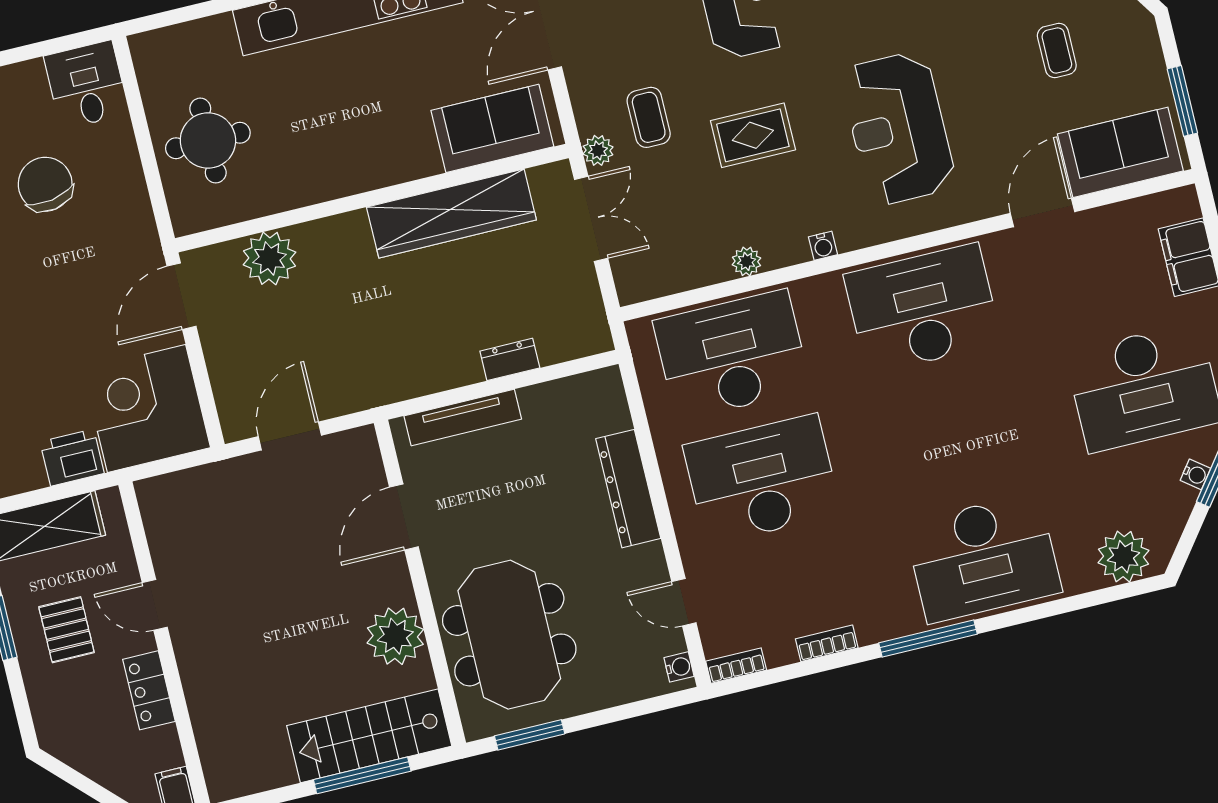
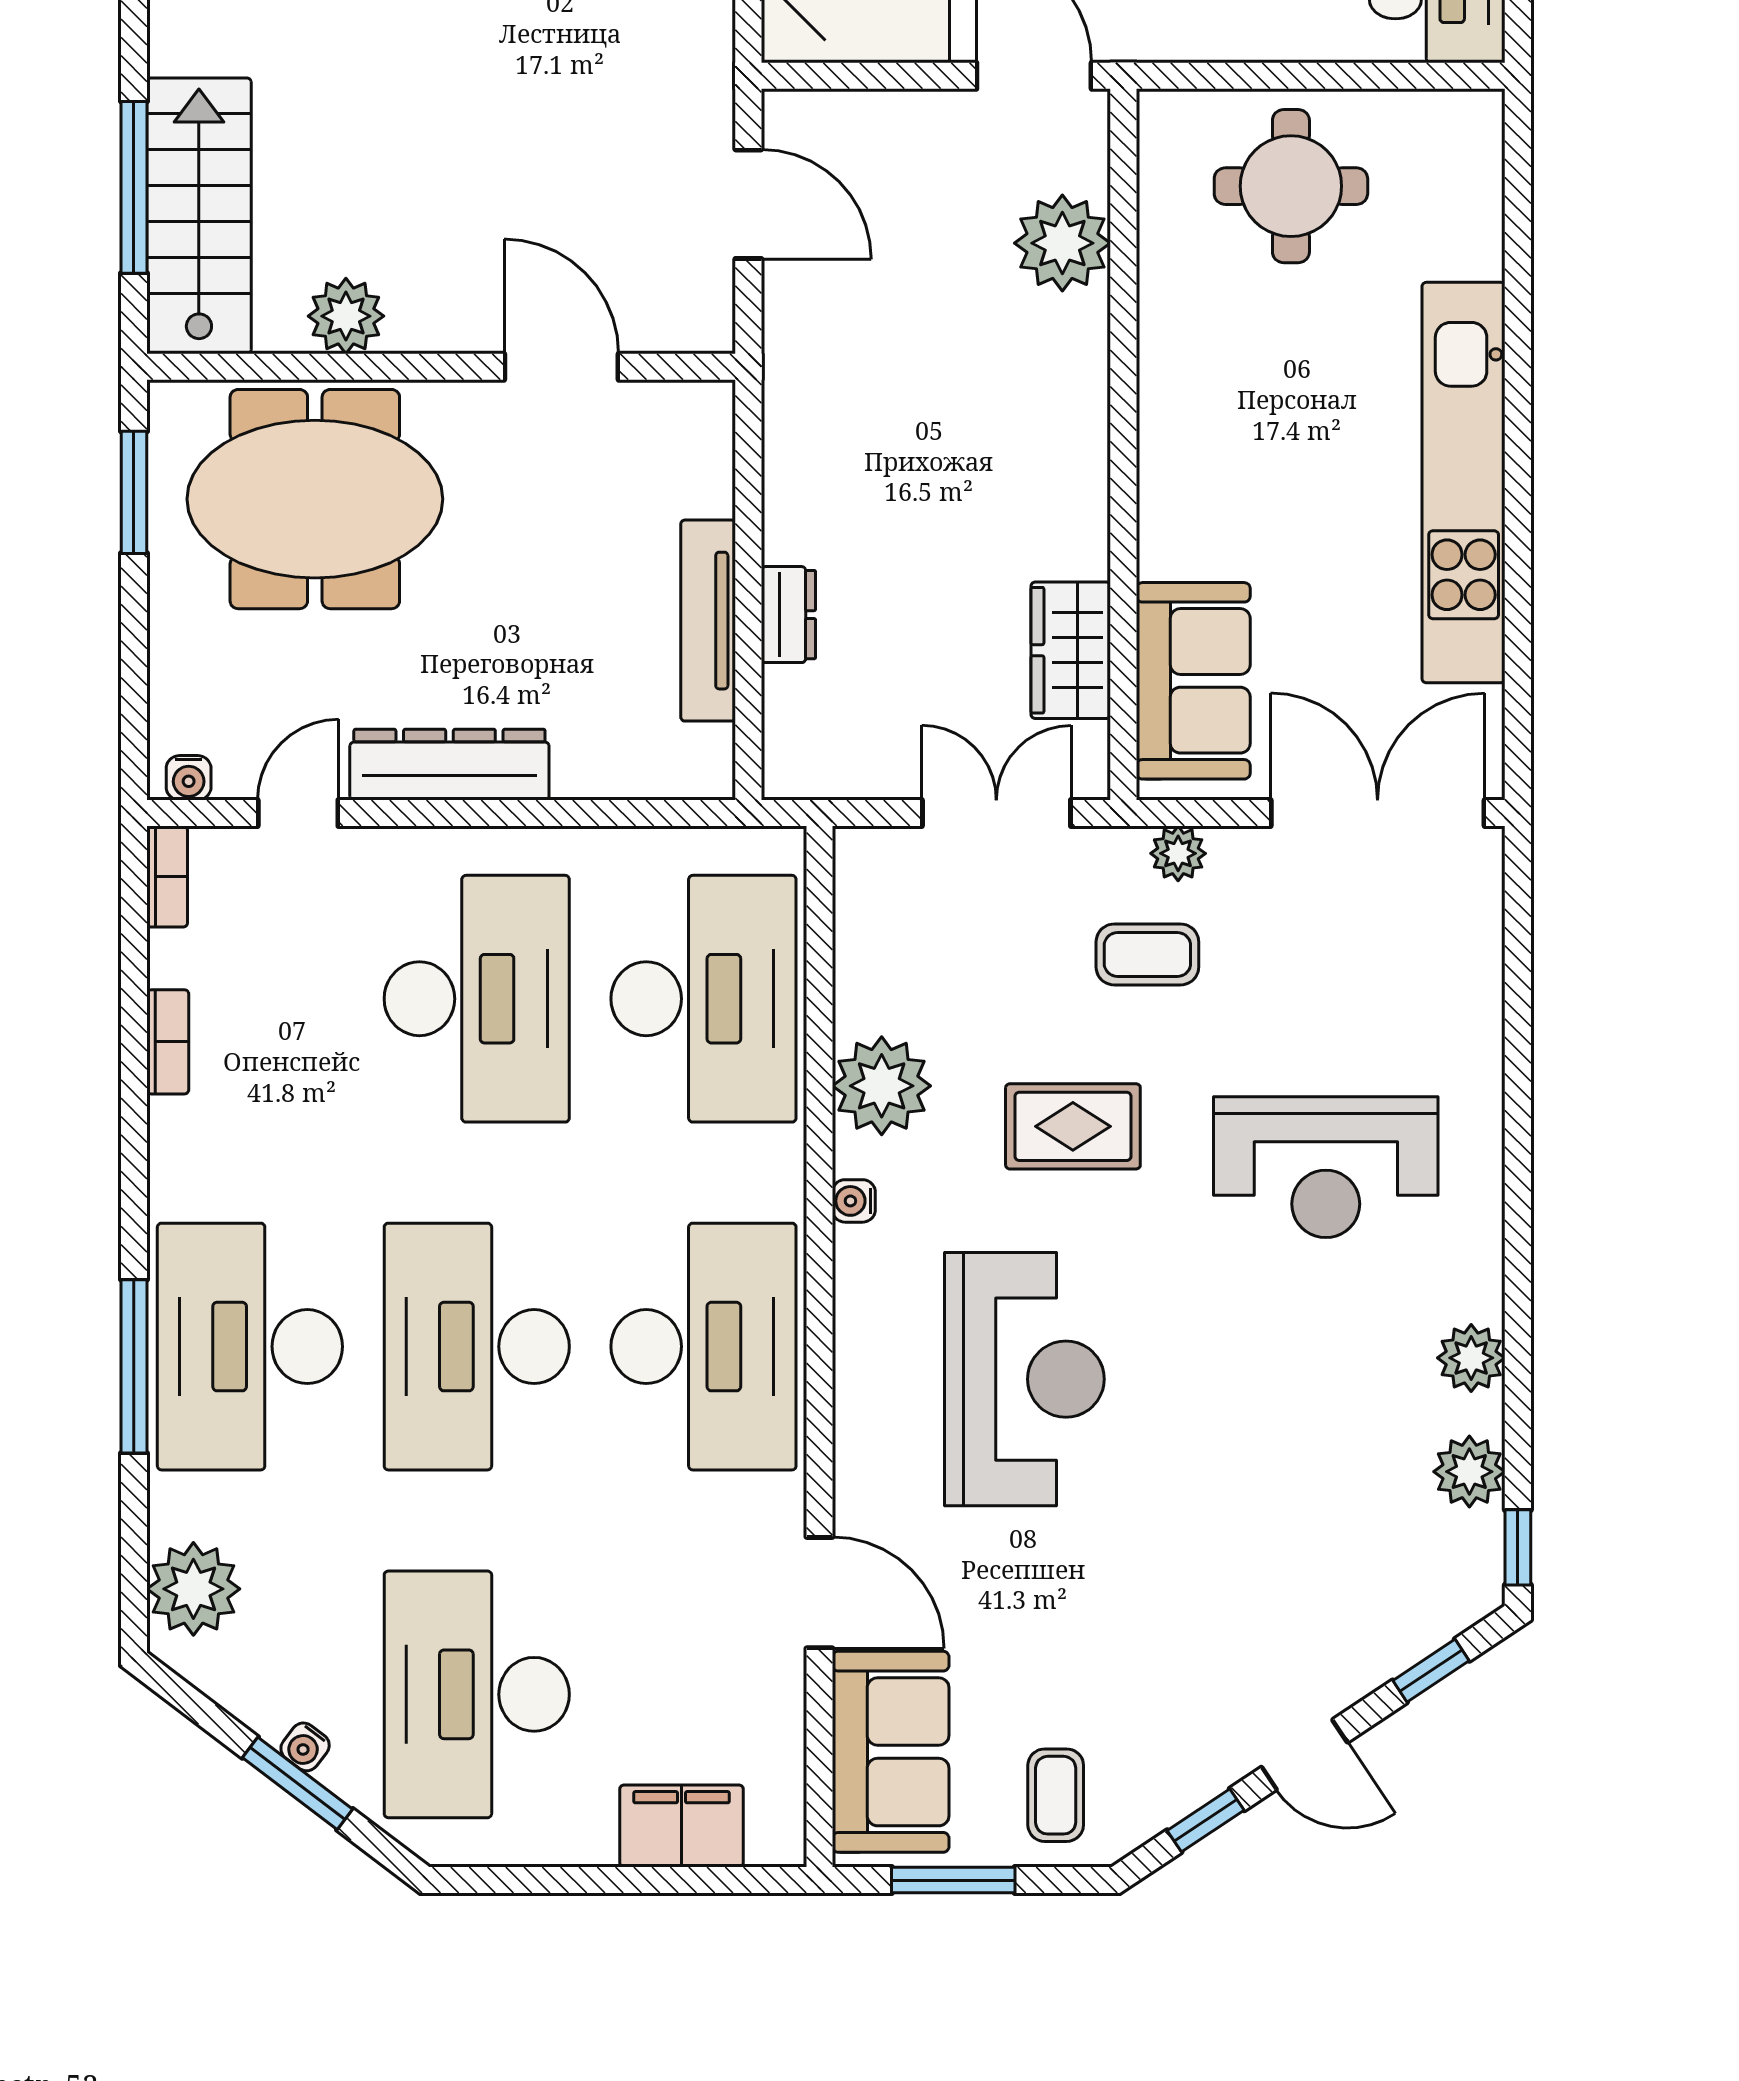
coffee table: (1057, 50) -> (1056, 1795), moved, turned 90
reception desk: (898, 128) -> (1024, 1379), turned 90
rug: (753, 135) -> (1073, 1126), turned 90
plant: (598, 150) -> (1178, 853), moved
wardrobe: (451, 213) -> (1071, 650), width x0.48, depth x0.85
double door: (591, 219) -> (996, 813), swing flipped
plant: (746, 261) -> (882, 1086), width x1.87, depth x1.87
tv unit: (463, 417) -> (708, 621), moved
desk: (953, 433) -> (477, 1347), added
dresser: (628, 489) -> (449, 765), moved
plant: (395, 636) -> (346, 316), width x0.73, depth x0.73
window: (928, 638) -> (134, 1366), moved

